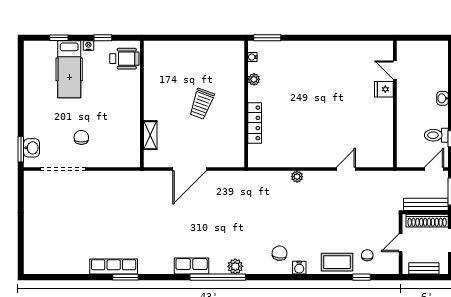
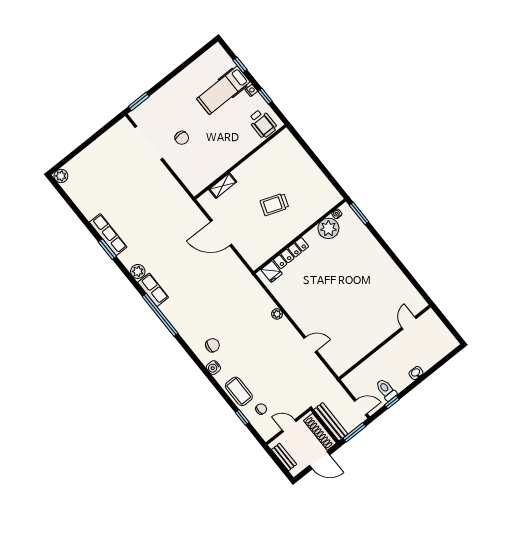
plant: (254, 79) -> (328, 228), width x1.87, depth x1.87
fridge: (384, 89) -> (272, 272), moved, turned 180
chair: (81, 137) -> (182, 138), turned 90
washbasin: (32, 148) -> (146, 108), removed
plant: (235, 266) -> (138, 271), moved
plant: (31, 267) -> (61, 176), added

